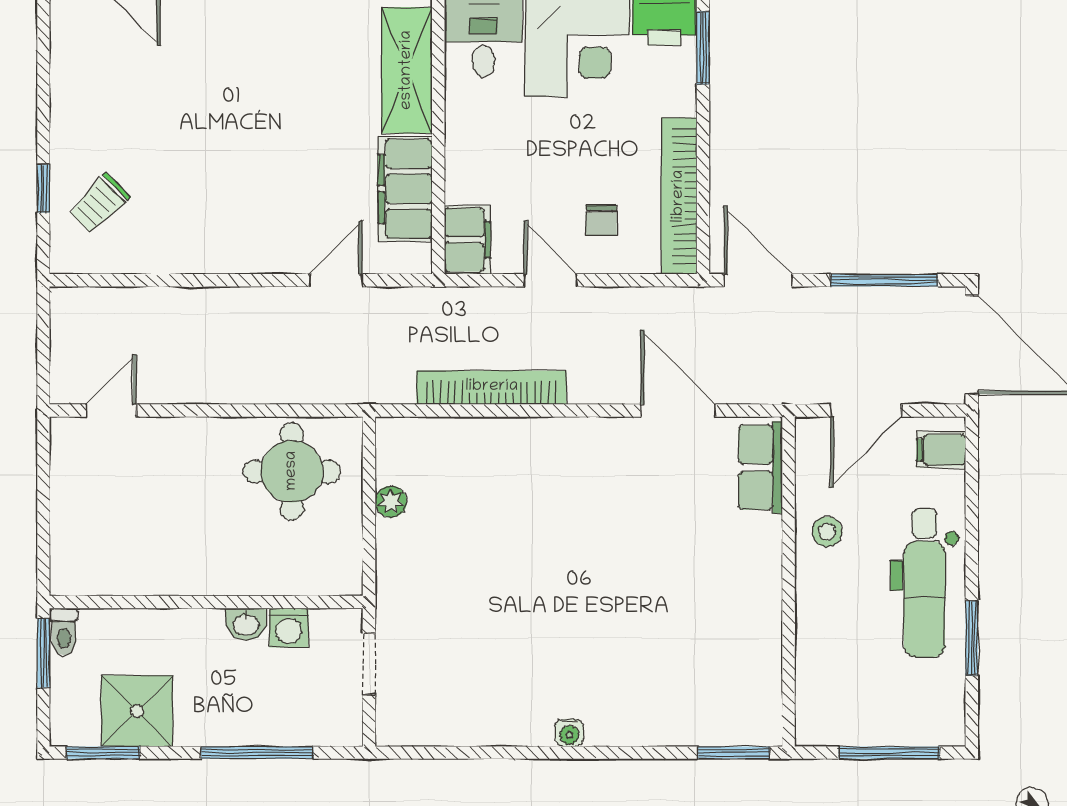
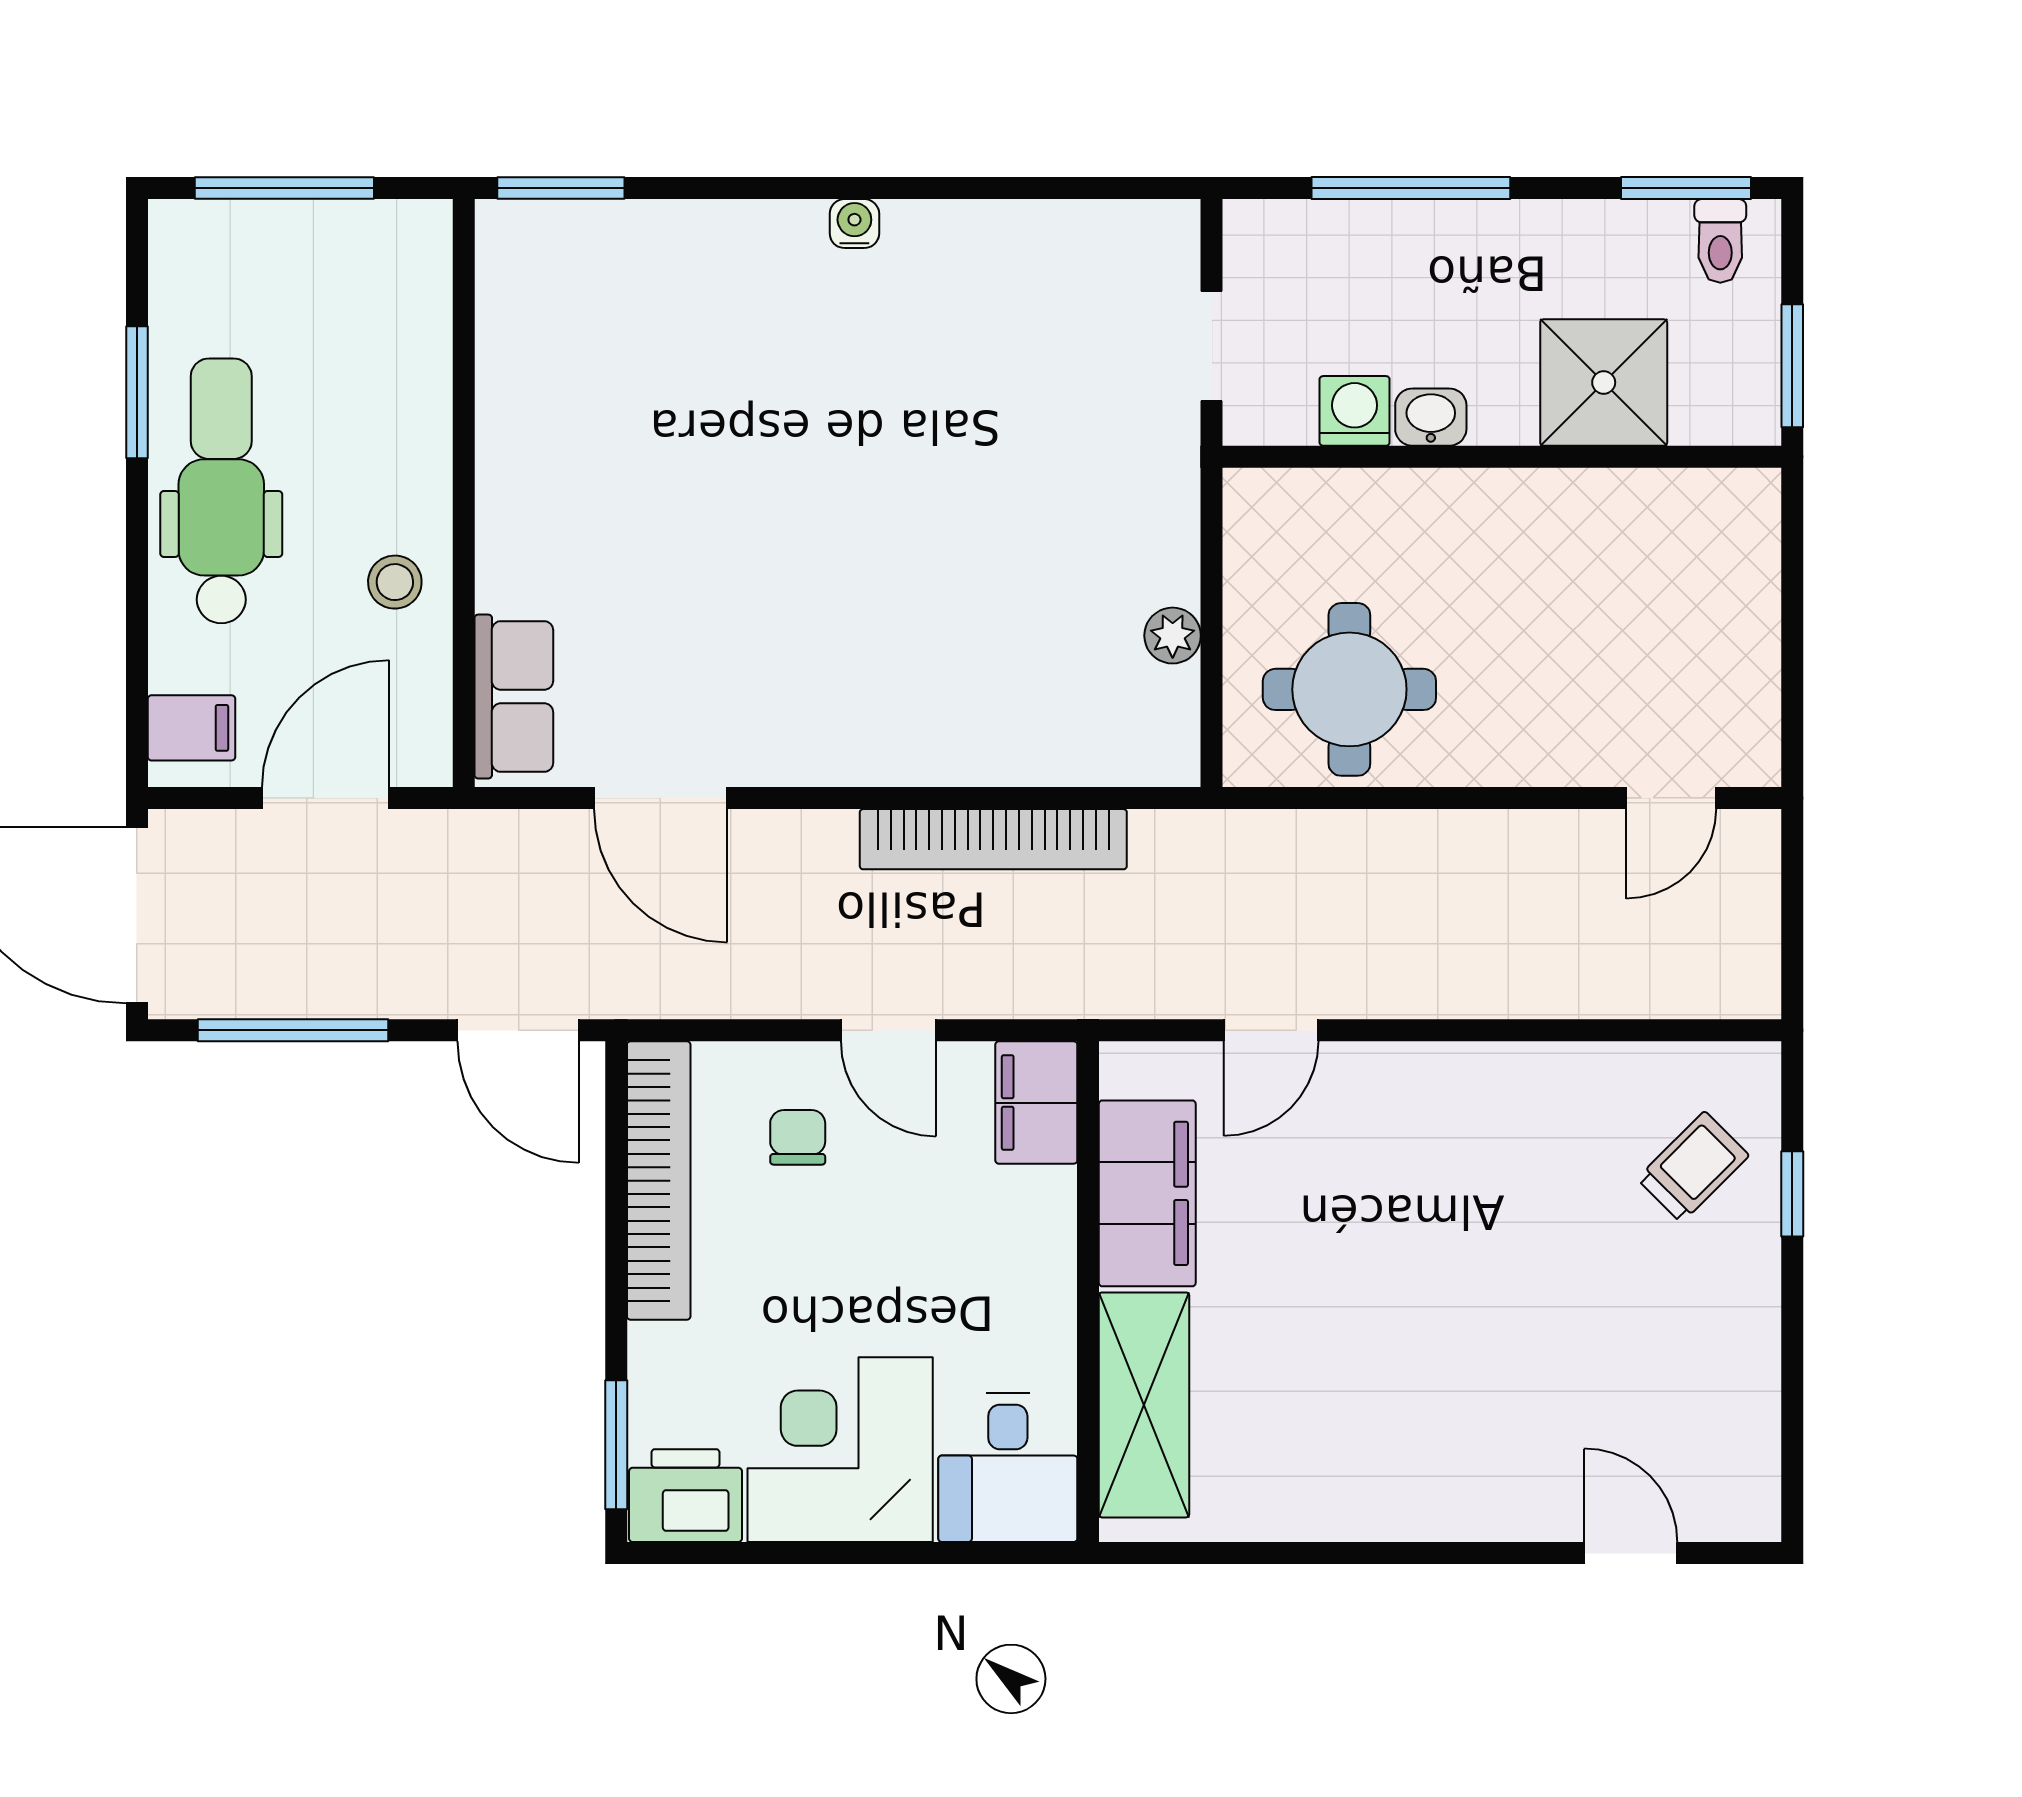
toilet: (64, 632) -> (1720, 241), moved, turned 180
shower: (137, 711) -> (1604, 382), moved

